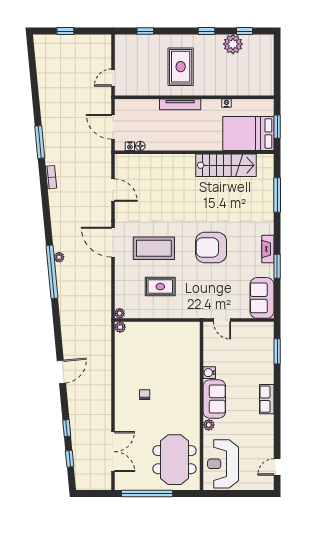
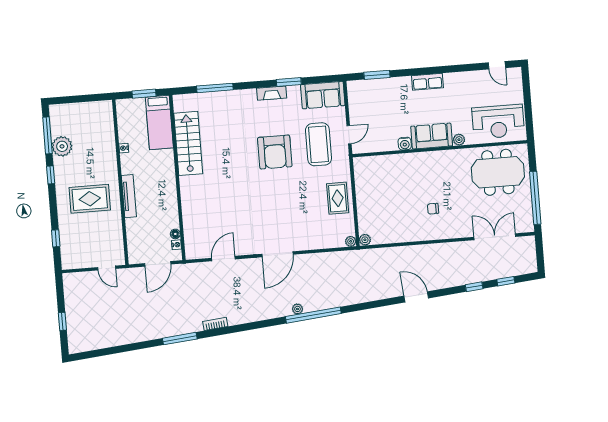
window: (245, 31) -> (47, 135), width x2.17
bed: (248, 133) -> (159, 122), width x0.67
coffee table: (154, 248) -> (318, 144), moved
rug: (160, 287) -> (338, 198), moved

